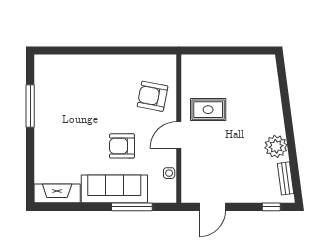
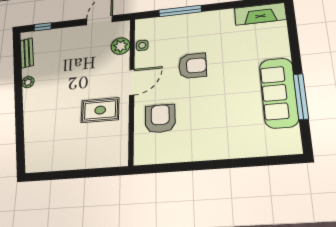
armchair: (152, 96) -> (160, 119), turned -101
plant: (276, 146) -> (28, 82), width x0.53, depth x0.53
plant: (190, 175) -> (121, 46), added
sofa: (114, 189) -> (279, 92), moved, turned 90

